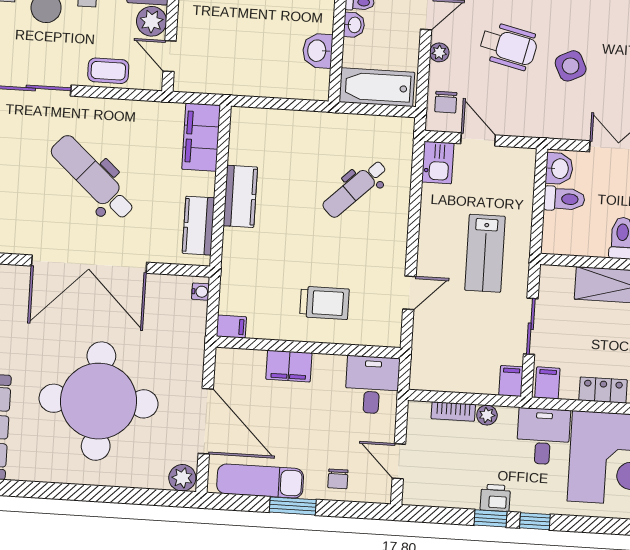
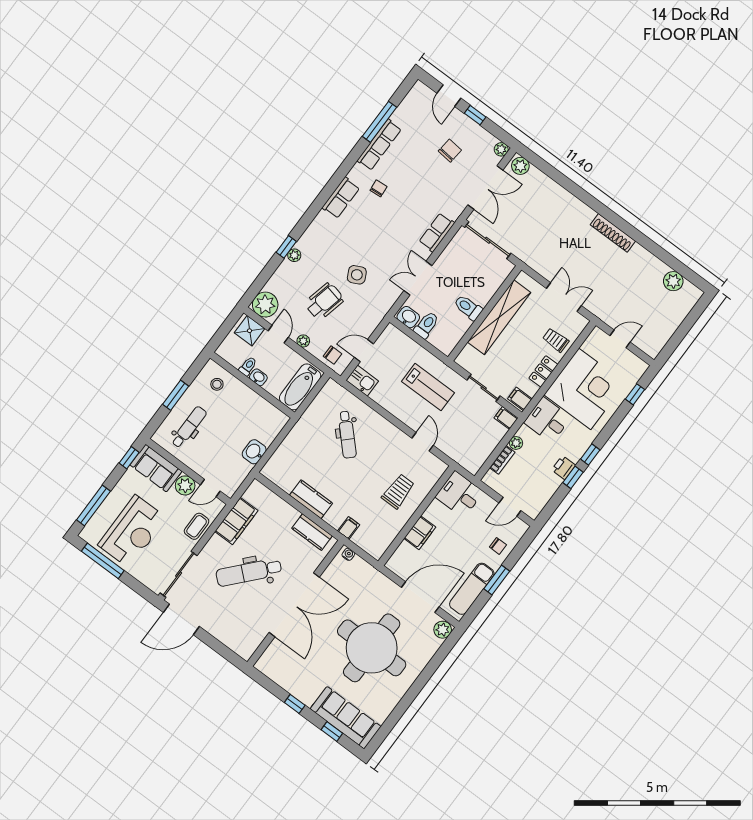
washbasin: (318, 51) -> (254, 452), moved, turned 90
filing cabinet: (201, 137) -> (236, 521), moved, turned -90
filing cabinet: (231, 327) -> (349, 528), moved

